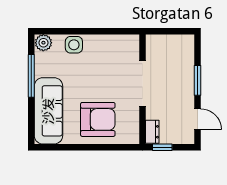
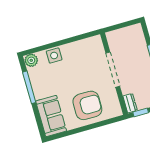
sofa: (48, 111) -> (51, 116), width x0.73

